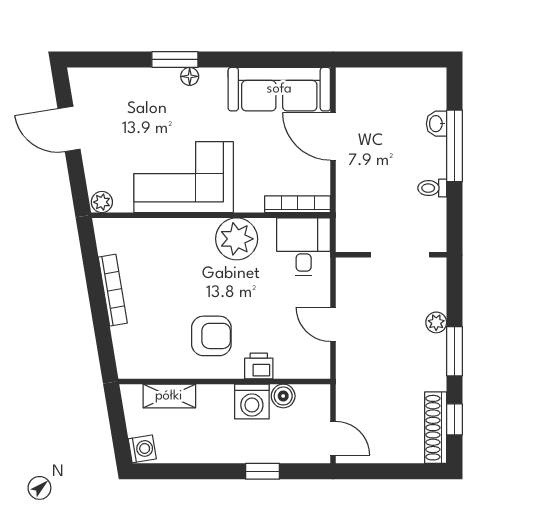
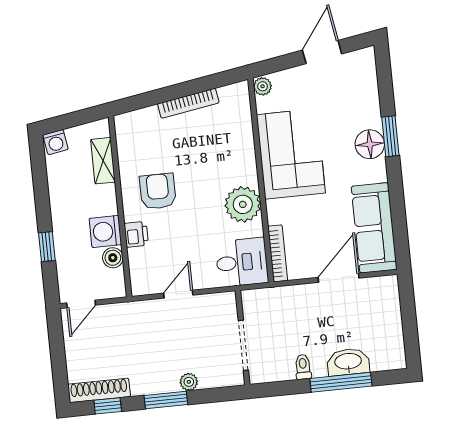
floor lamp: (190, 76) -> (370, 144), width x1.89, depth x1.89
washbasin: (436, 124) -> (348, 362), width x1.91, depth x1.45
armchair: (211, 336) -> (158, 191), turned 180

